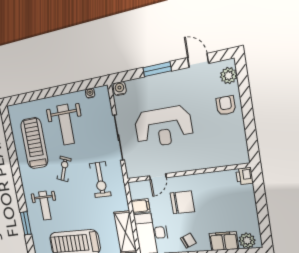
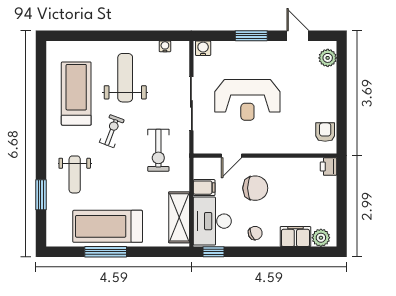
armchair: (226, 106) -> (325, 132), moved
weight bench: (66, 125) -> (125, 78), turned 180

